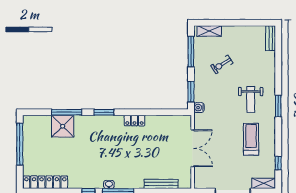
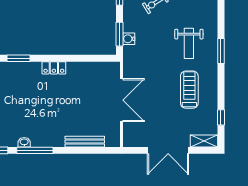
water cooler: (199, 108) -> (129, 39), moved

